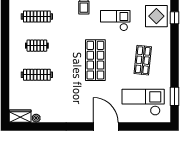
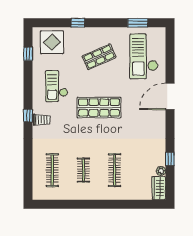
window: (175, 18) -> (78, 23), moved
shop shelf: (143, 60) -> (99, 57), turned -30
window: (47, 126) -> (170, 159), added

